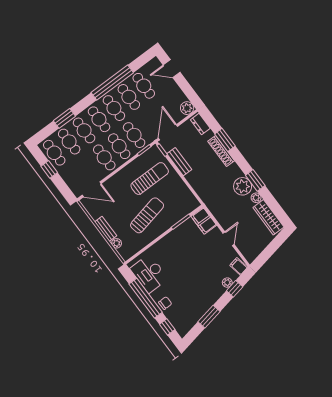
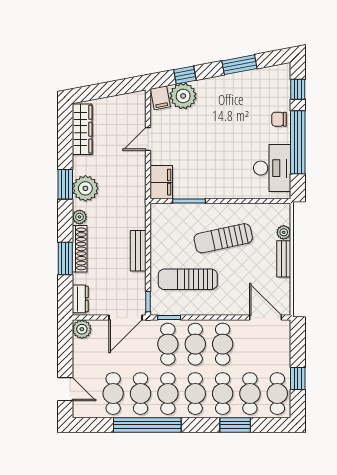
bench: (179, 162) -> (138, 251), moved
plant: (256, 198) -> (80, 217), moved
plant: (227, 283) -> (183, 96), width x1.88, depth x1.88

